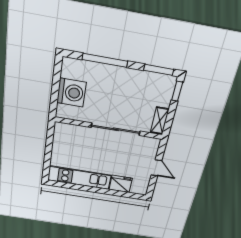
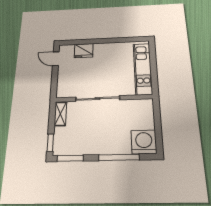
washing machine: (71, 93) -> (144, 142), moved, turned 90
door: (156, 168) -> (56, 59), moved
kitchen unit: (79, 178) -> (143, 69), moved, turned 90

